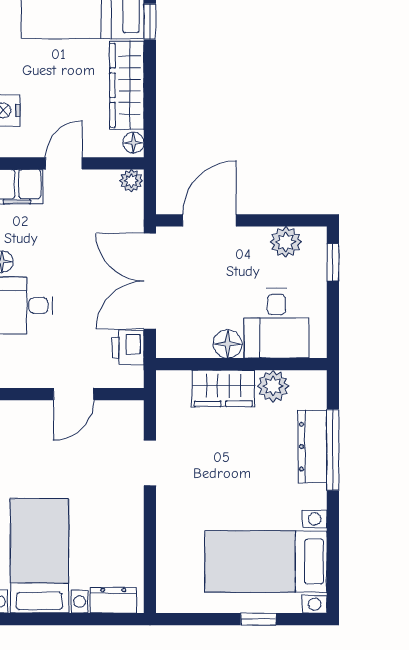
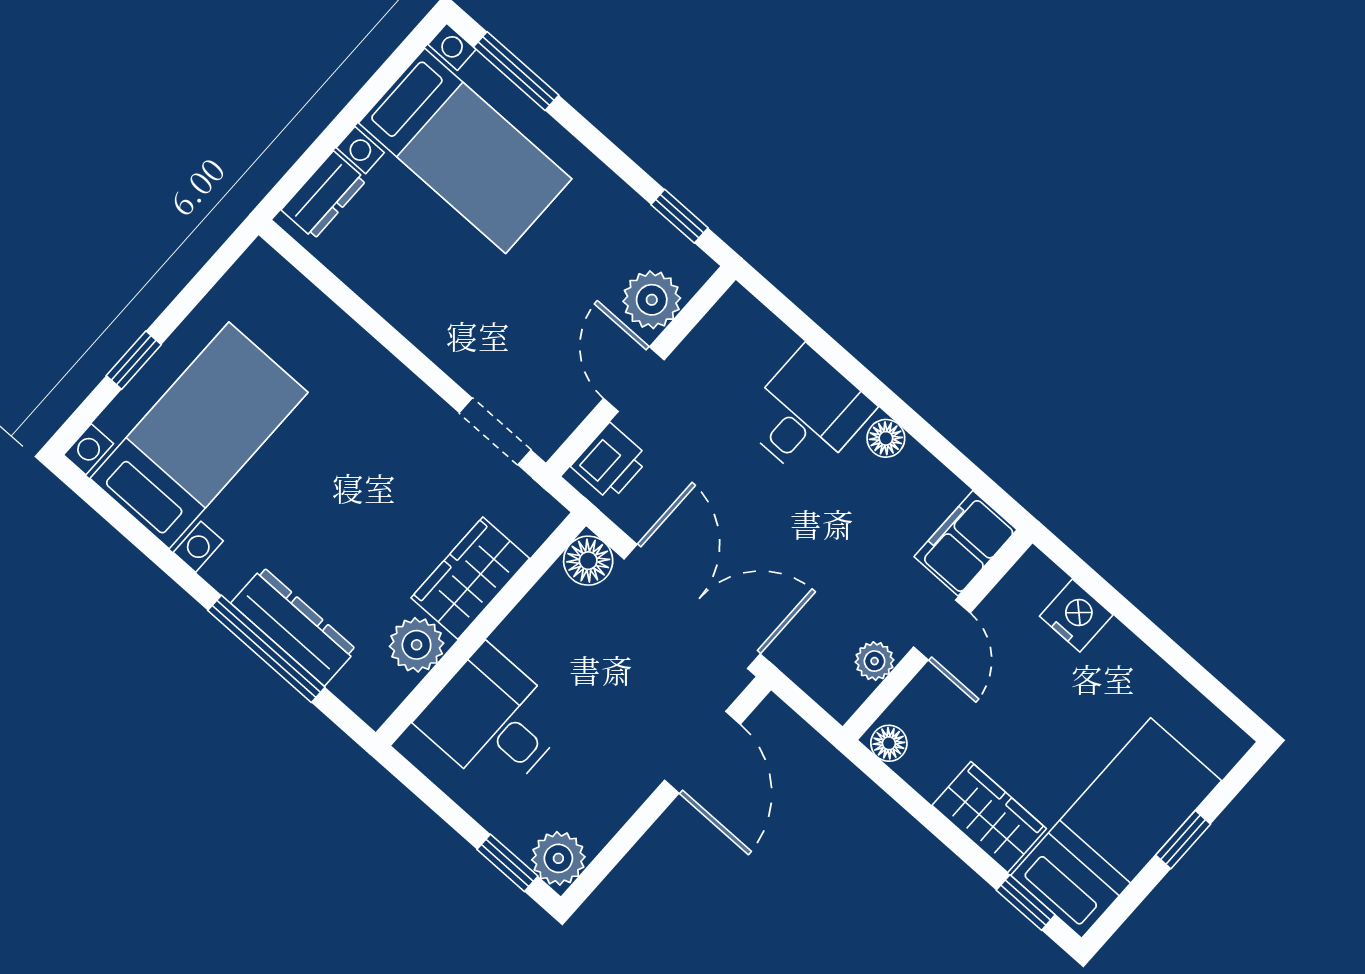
wardrobe: (127, 85) -> (989, 817), width x0.67
plant: (131, 181) -> (875, 661), moved
plant: (286, 242) -> (558, 858), moved
floor lamp: (228, 344) -> (588, 561), moved
printer: (128, 347) -> (610, 462), moved, turned 90
plant: (32, 417) -> (652, 300), added
doorway: (150, 463) -> (495, 431), moved

